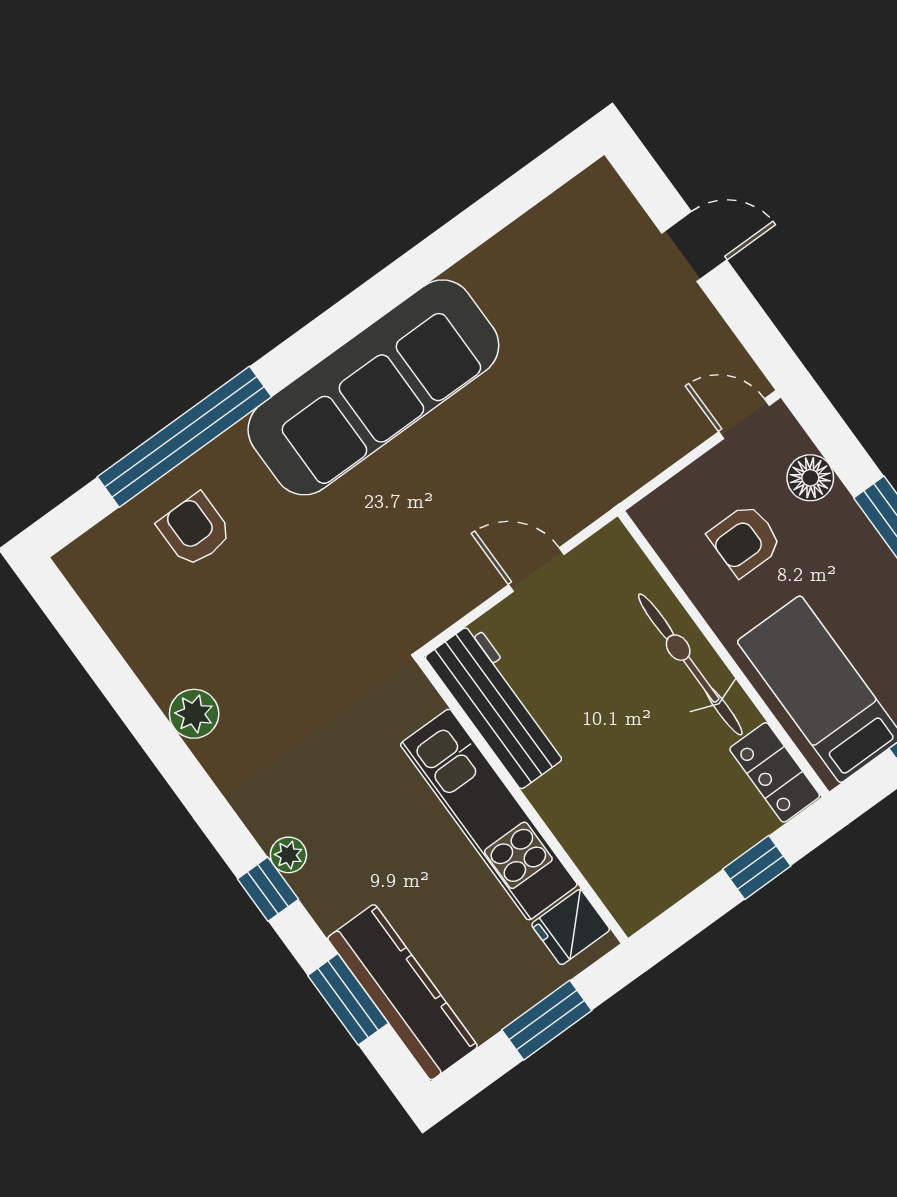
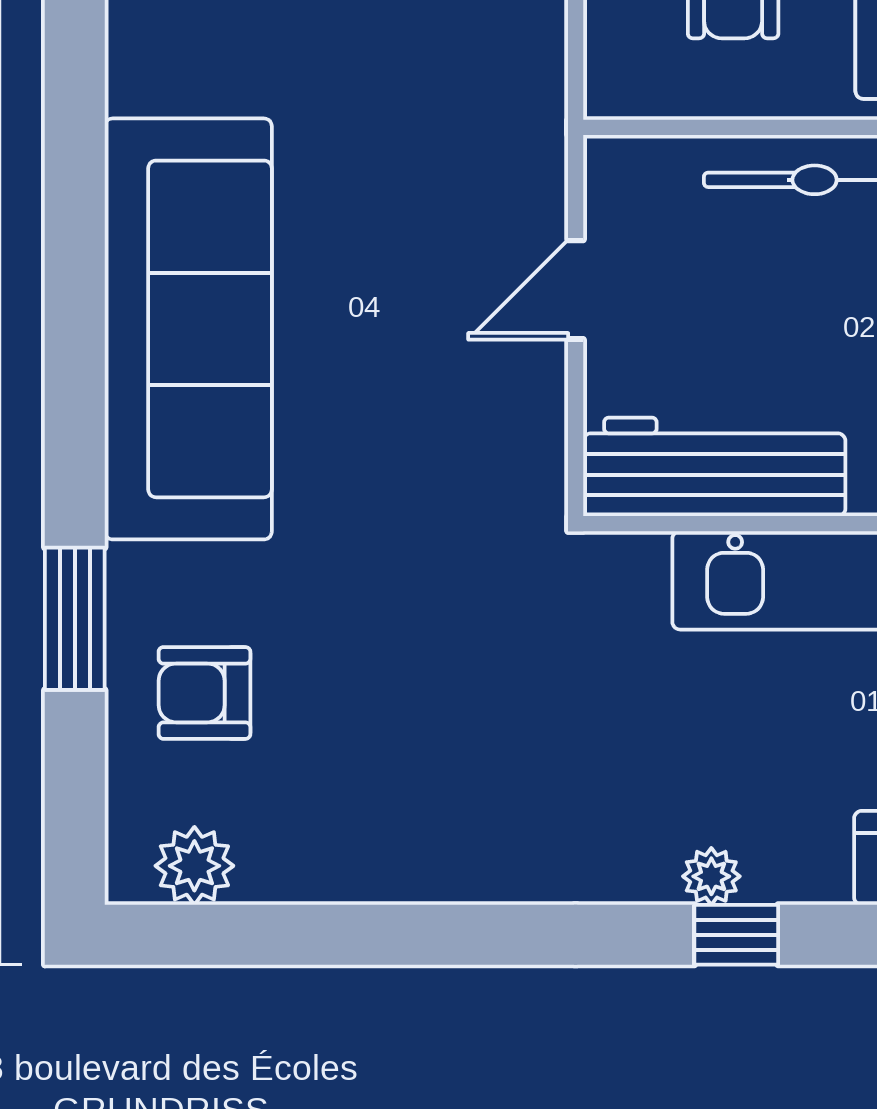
window: (184, 437) -> (75, 619), width x0.47
plant: (194, 714) -> (194, 866), moved

